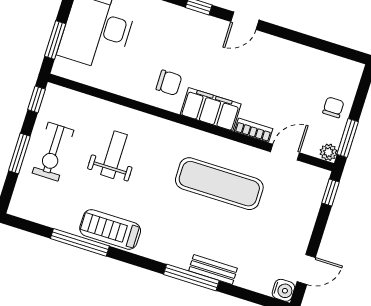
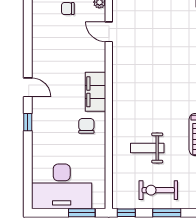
bookcase: (253, 130) -> (101, 58), removed
exercise bike: (53, 152) -> (158, 190), turned 180
exercise mat: (219, 184) -> (144, 70), removed

